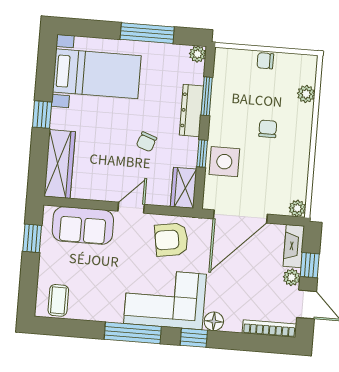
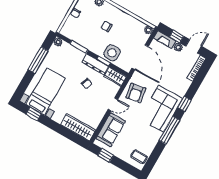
dresser: (191, 110) -> (95, 64), moved
window: (42, 115) -> (34, 114), moved
door: (131, 208) -> (113, 104), swing flipped
floor lamp: (214, 321) -> (181, 91), removed

